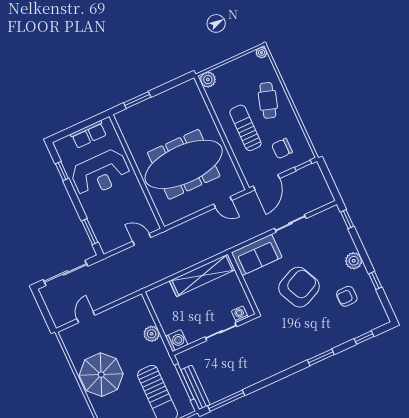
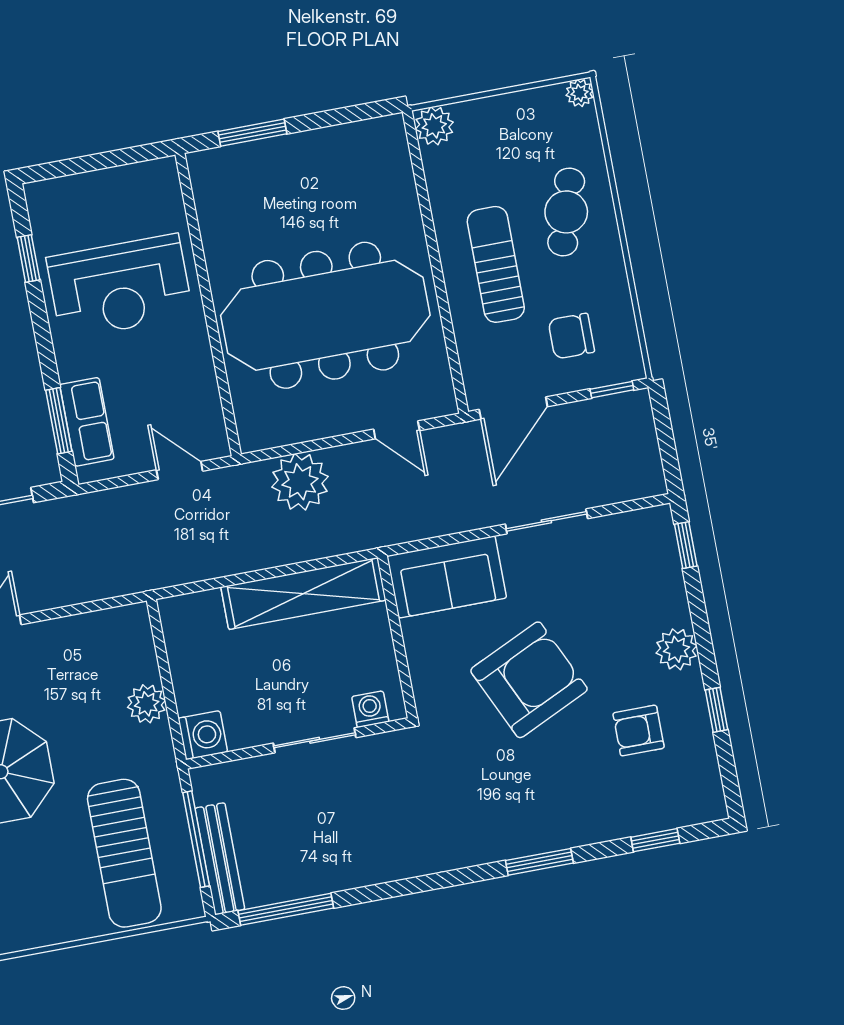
row of seats: (89, 134) -> (87, 422), moved, turned -90
plant: (190, 232) -> (300, 482), added

